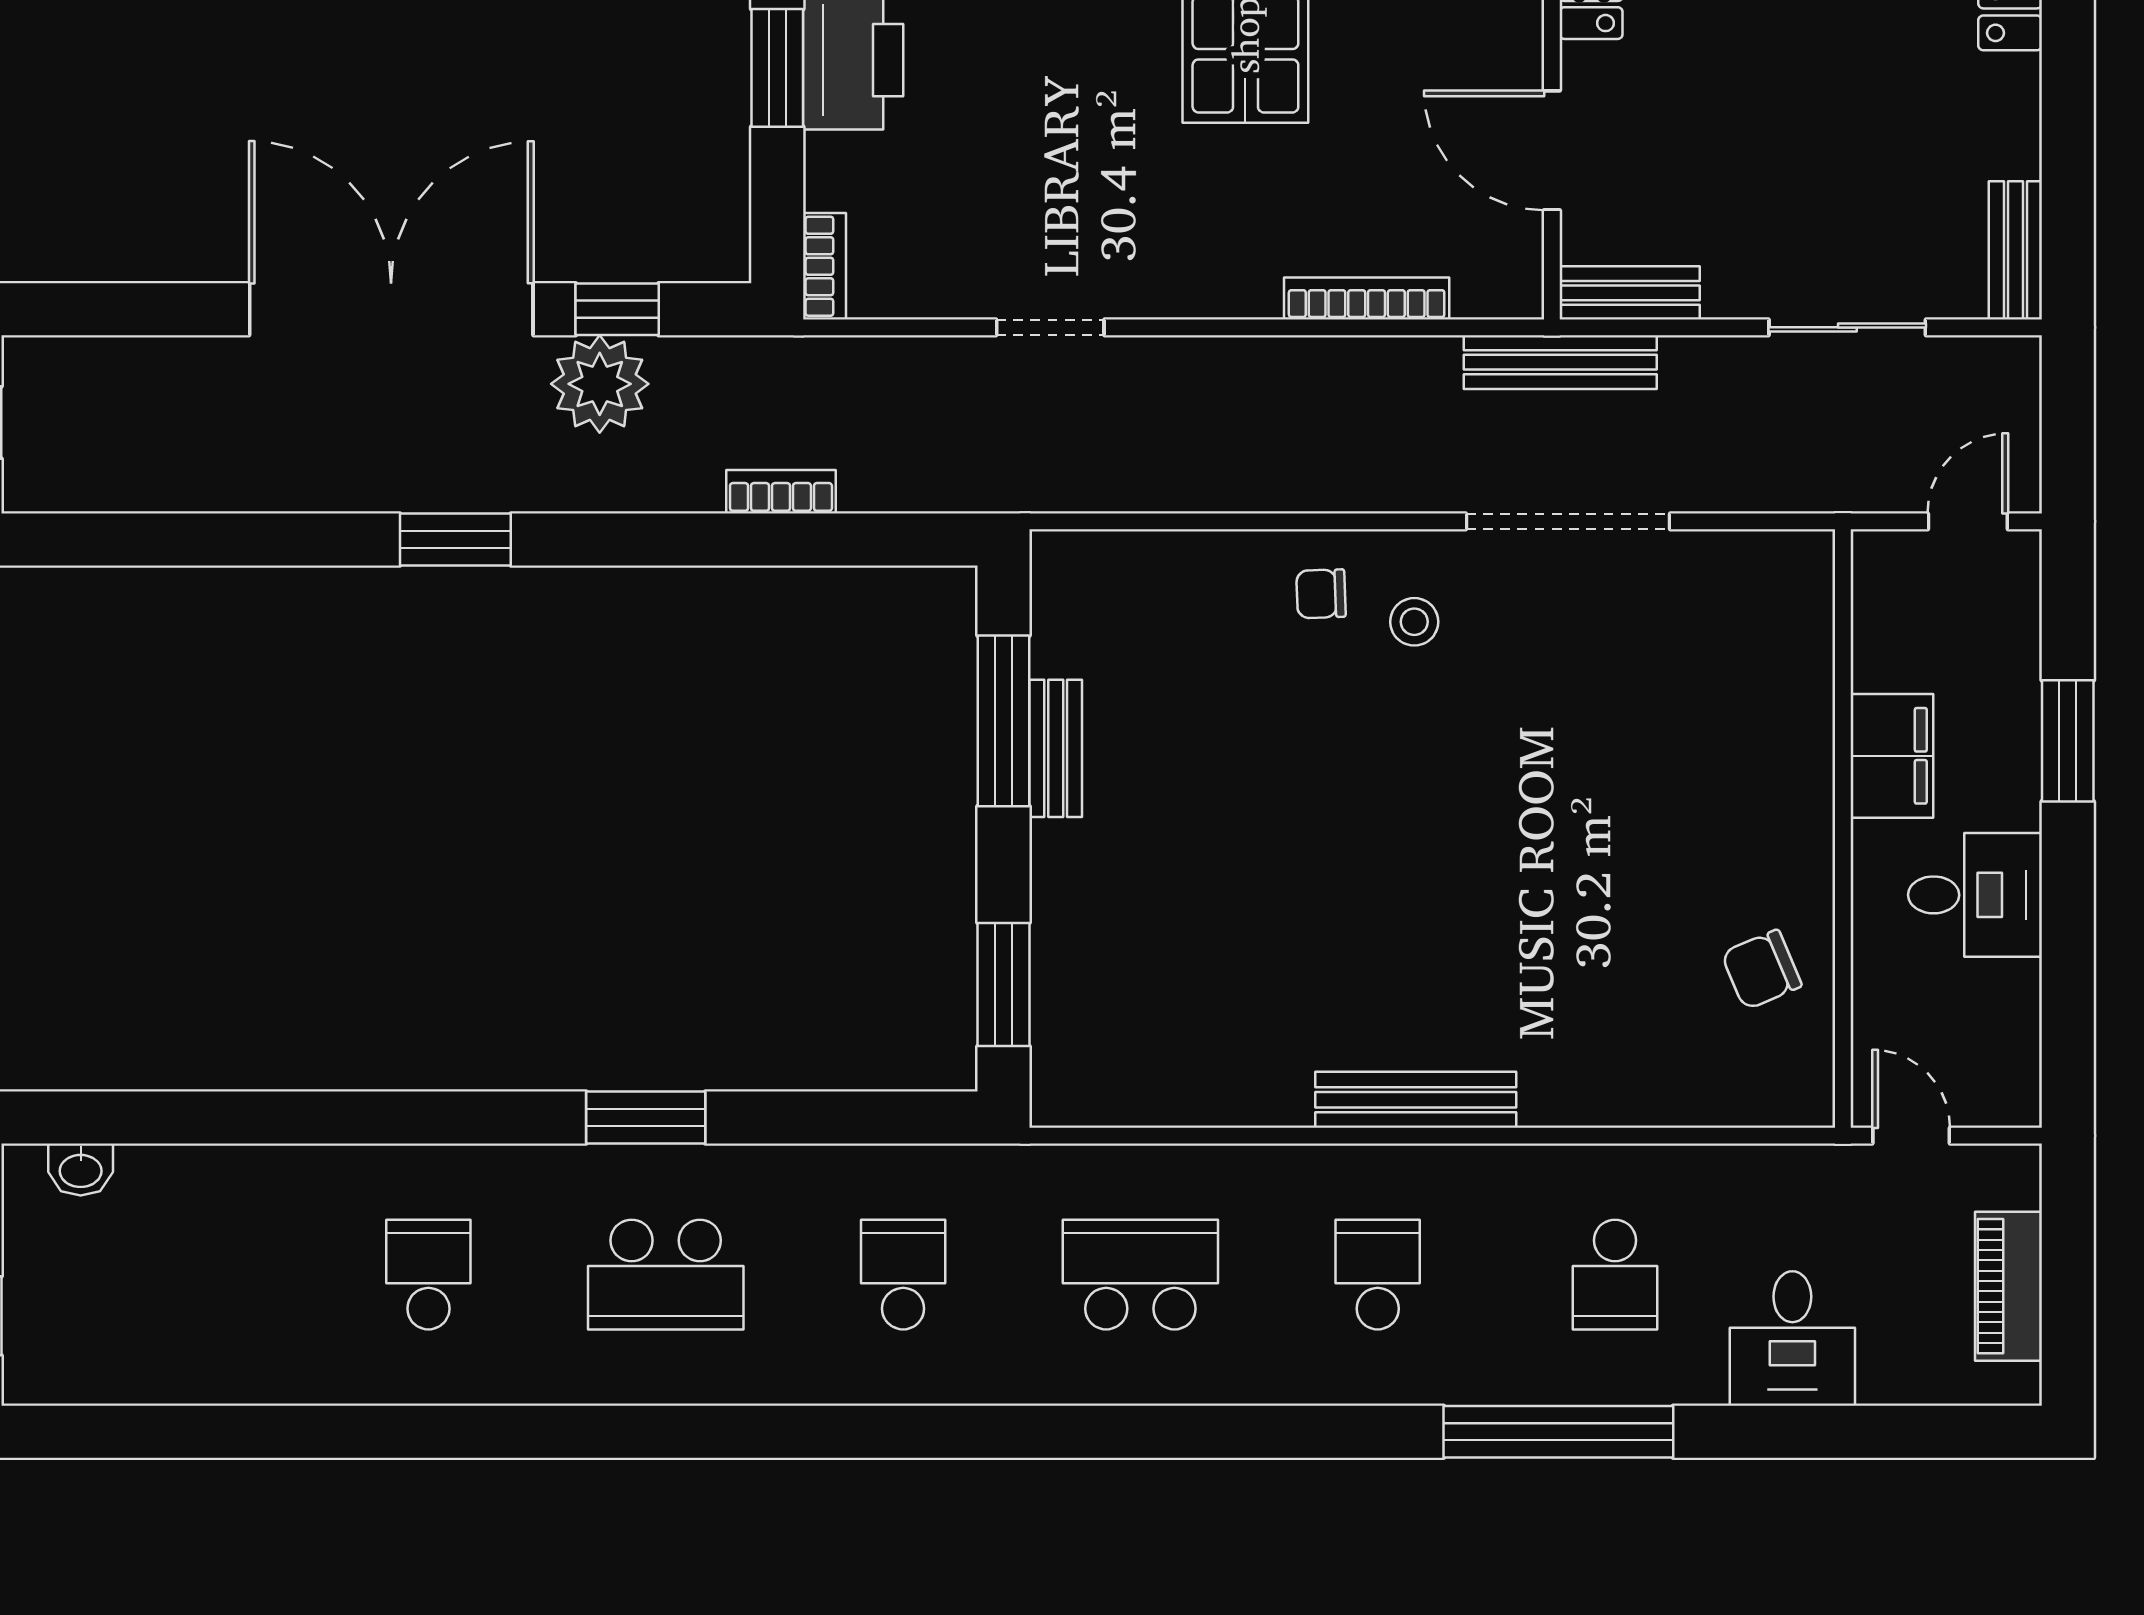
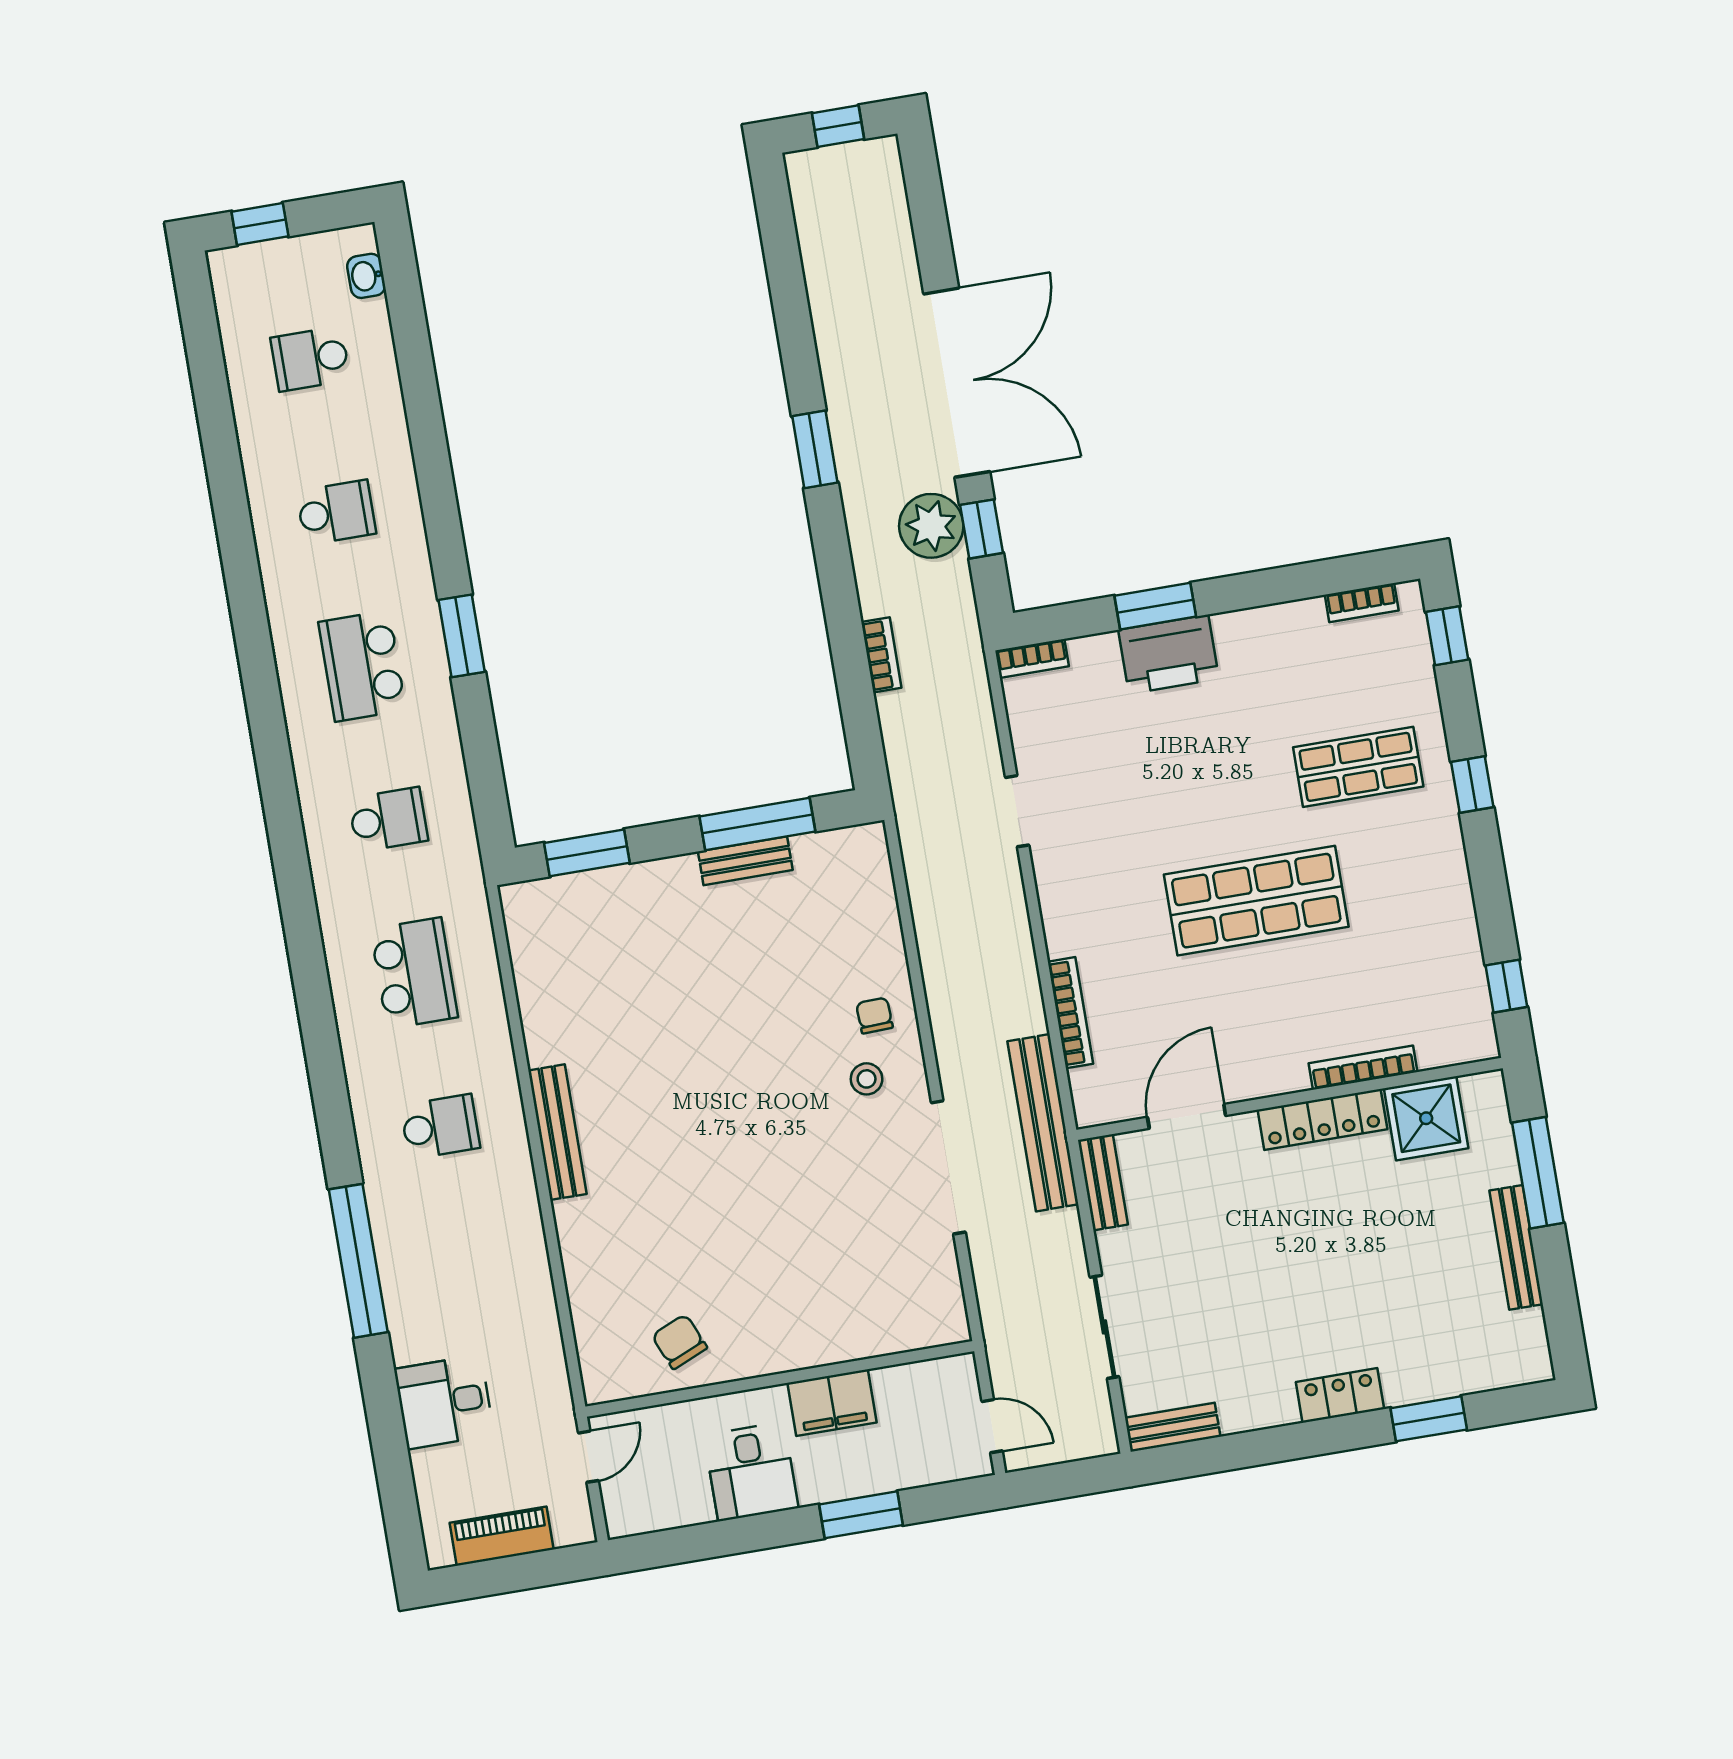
bench: (1560, 362) -> (1043, 1123), width x1.37, depth x1.21
school desk: (1615, 1275) -> (310, 359), moved

